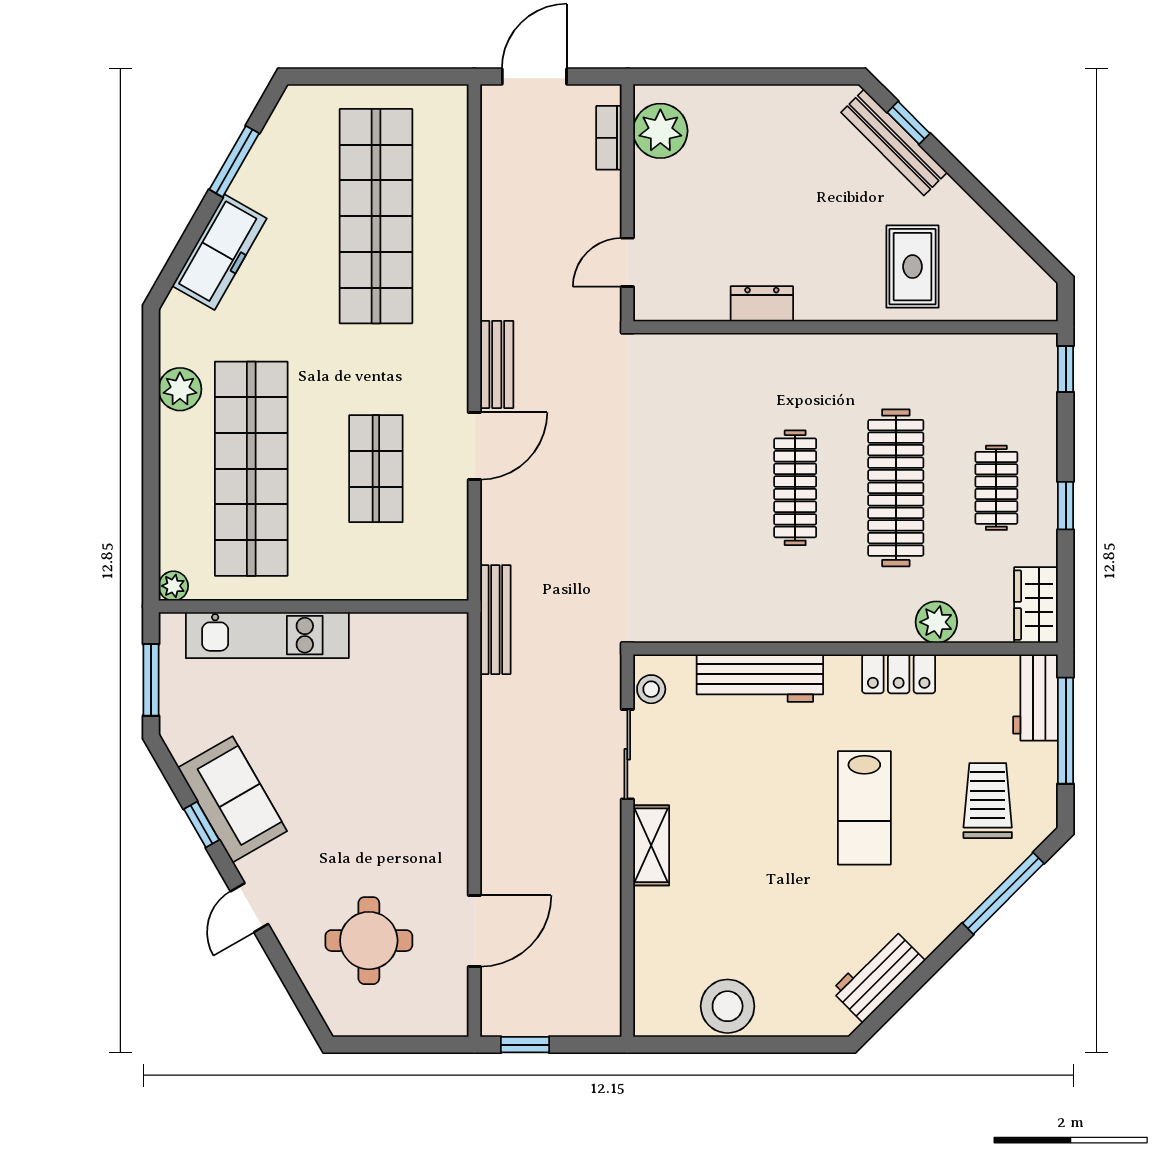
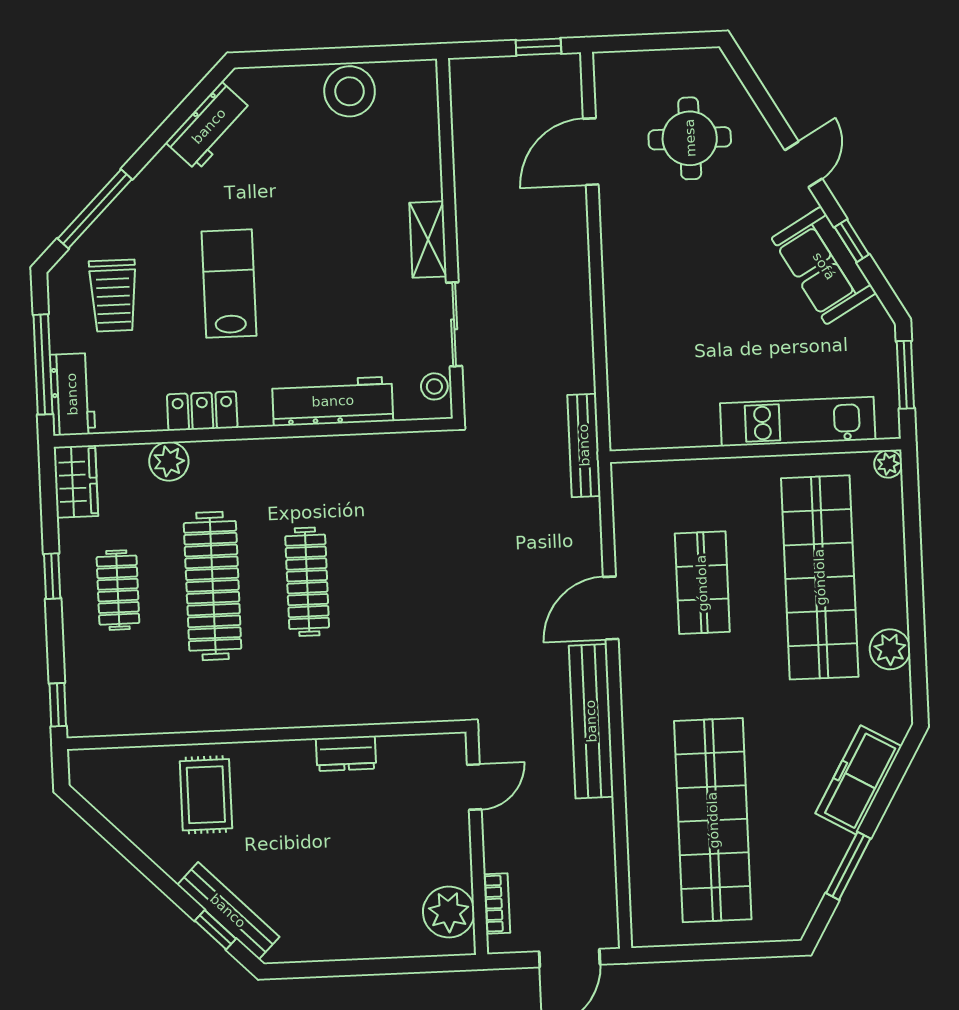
bench: (497, 364) -> (591, 721), width x1.86, depth x1.21

